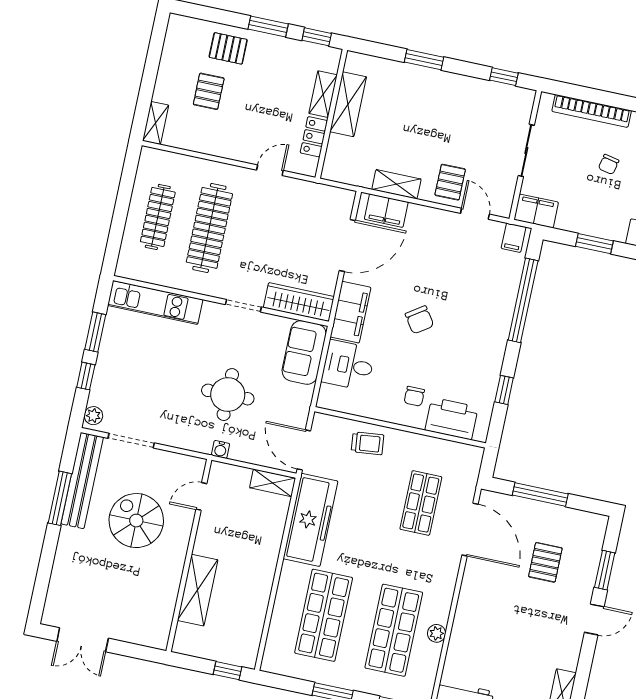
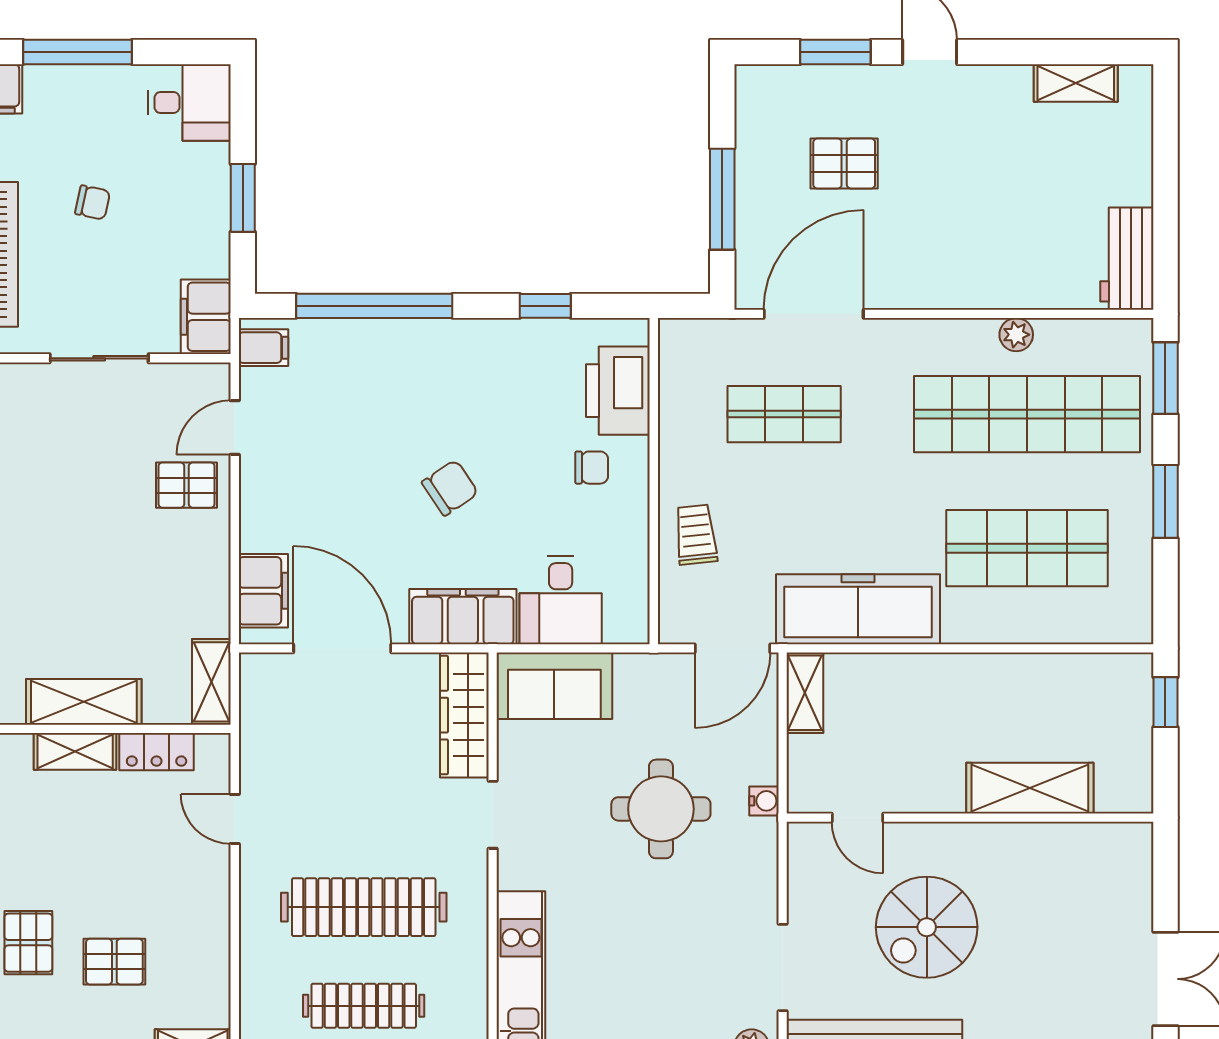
shelving: (396, 184) -> (211, 682), moved
shop shelf: (394, 630) -> (1027, 414), width x1.40

